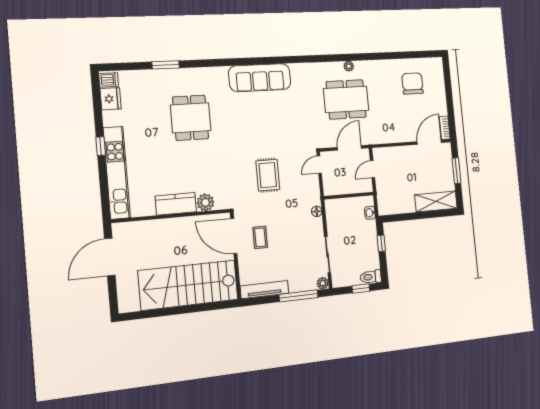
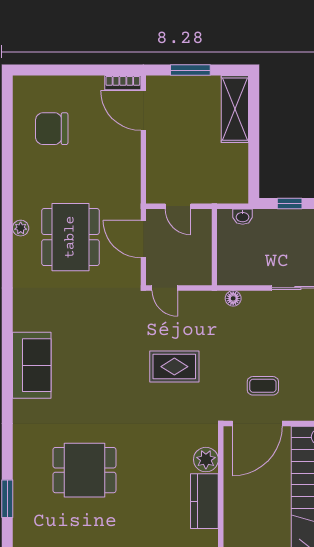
sofa: (260, 78) -> (32, 365), width x0.73

